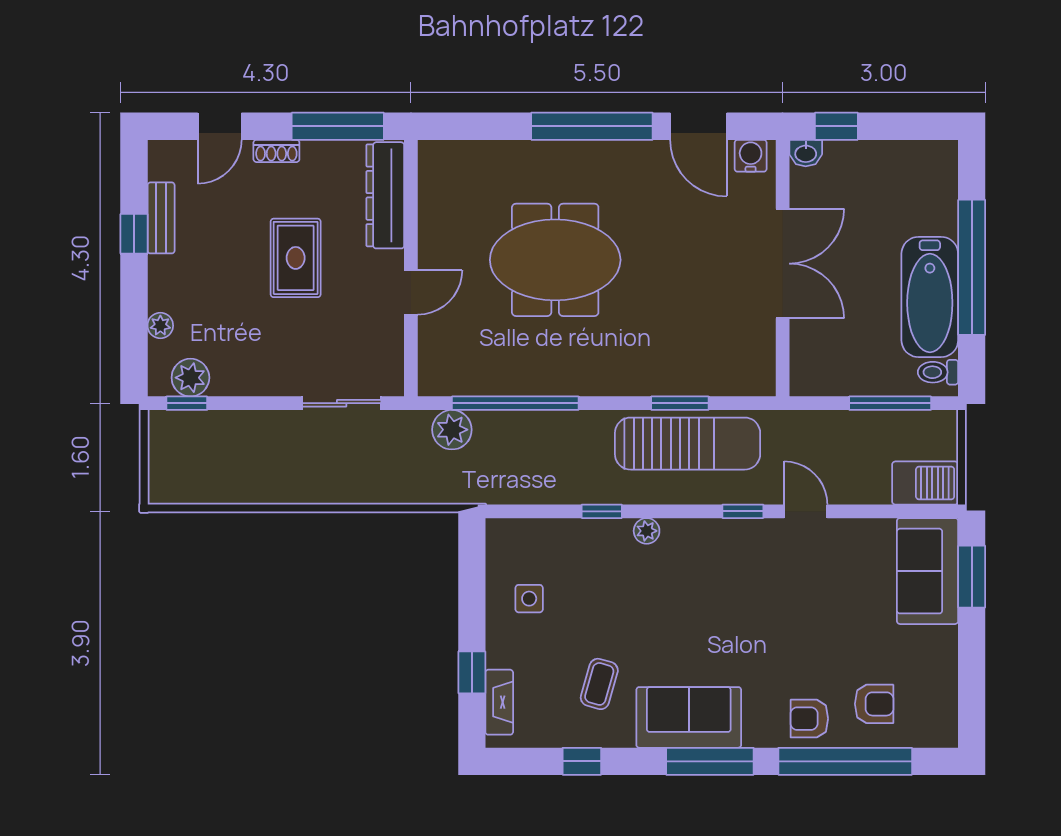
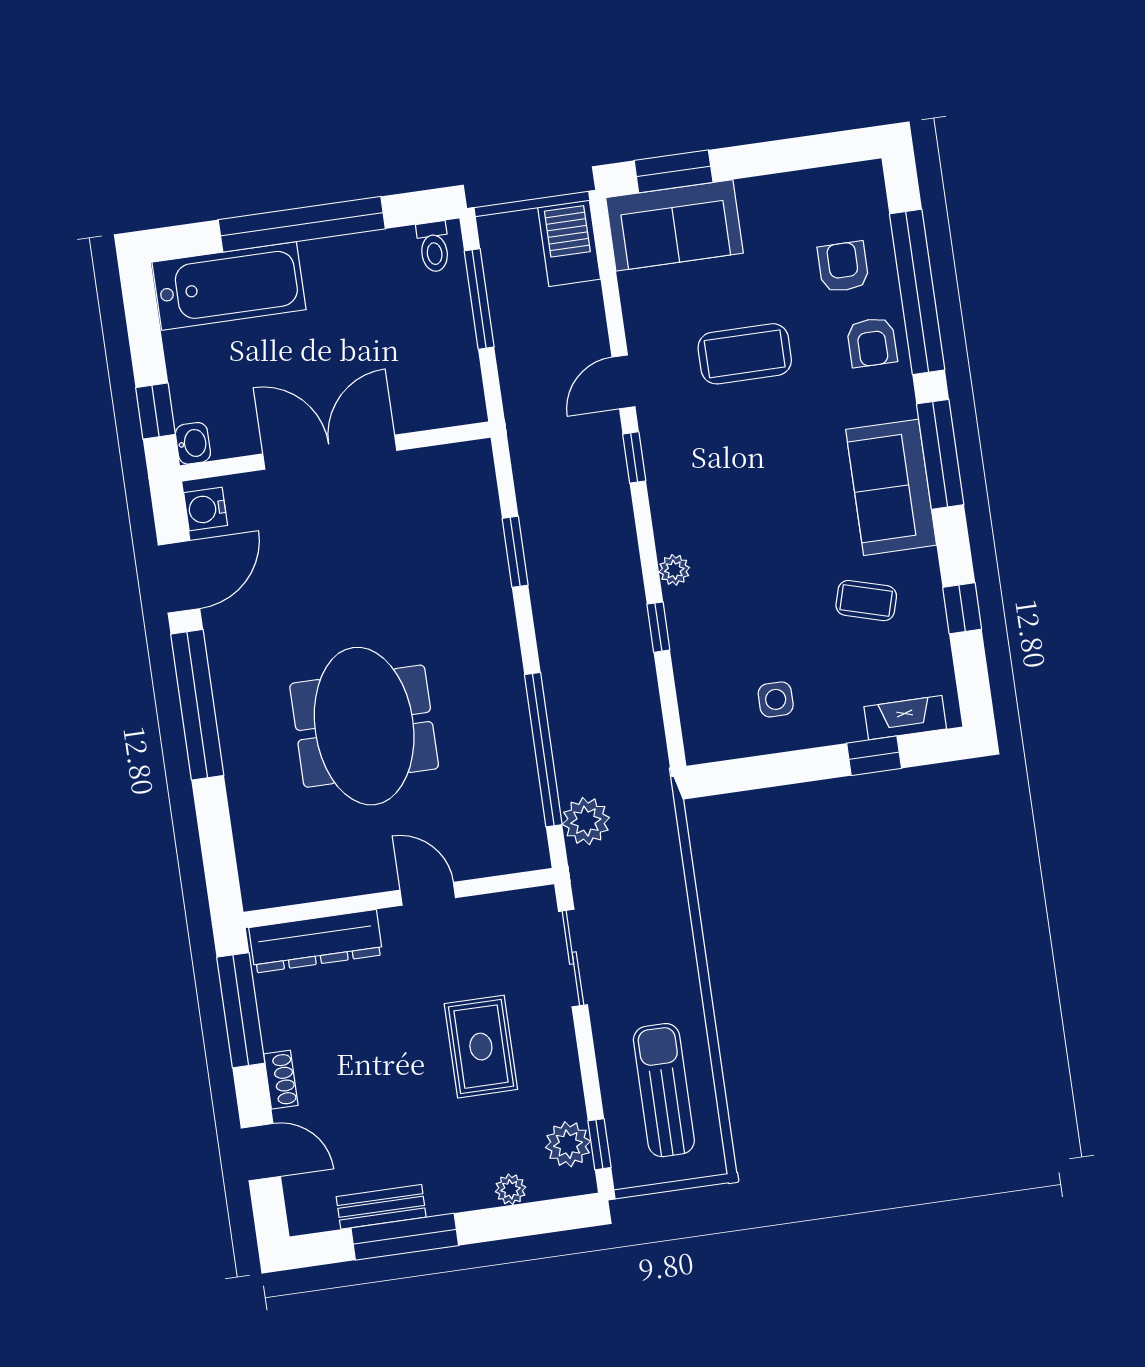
window: (134, 234) -> (405, 1237), width x2.17
rug: (296, 258) -> (481, 1047), moved, turned 90
bathtub: (930, 297) -> (229, 286), moved
sun lounger: (688, 444) -> (664, 1090), moved, width x0.73, depth x0.75
coffee table: (815, 613) -> (745, 354), added

